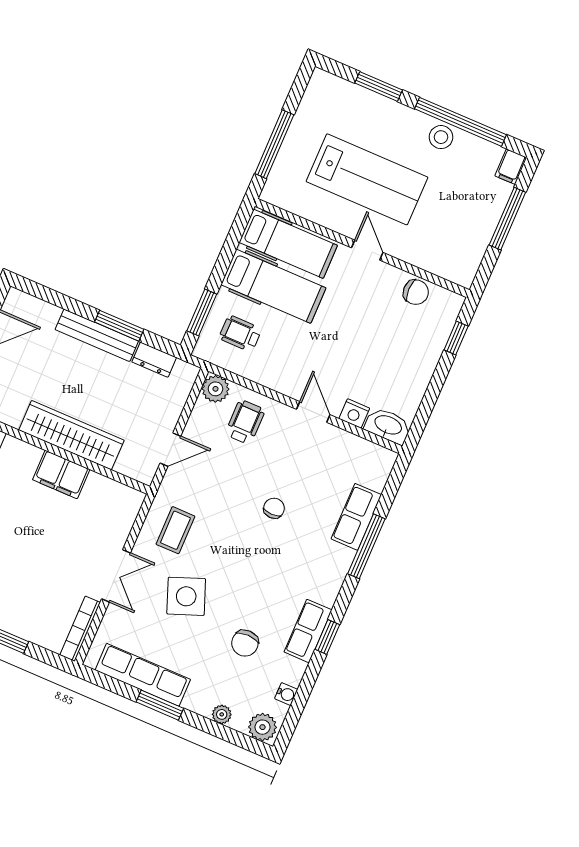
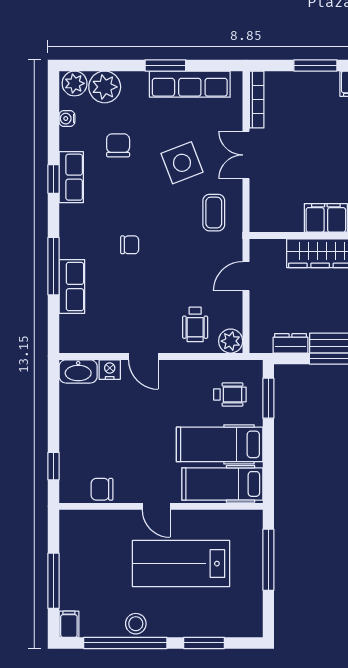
chair: (274, 508) -> (130, 245), moved, turned -90
plant: (222, 714) -> (105, 87), width x1.88, depth x1.88

